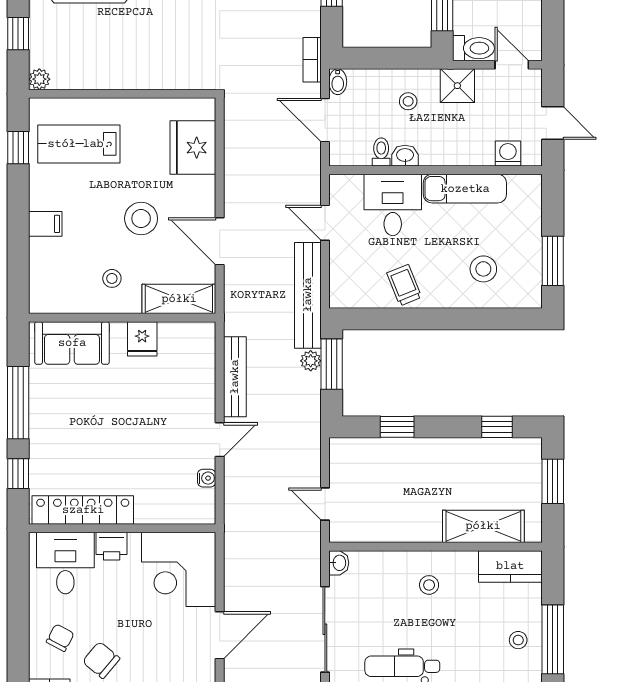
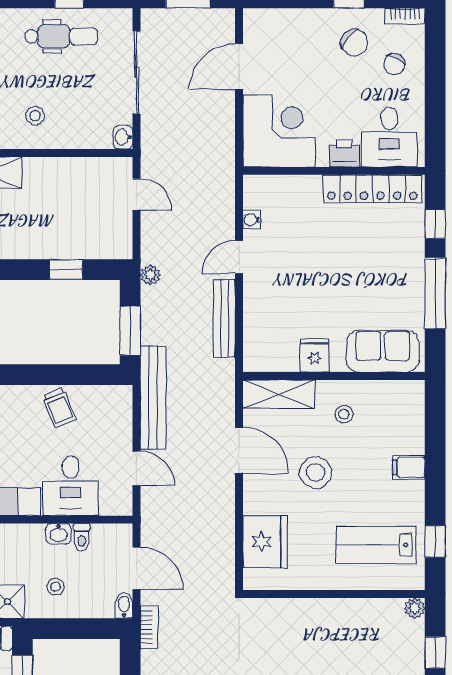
lab bench: (79, 144) -> (376, 545), turned 180
plant: (311, 361) -> (150, 275), moved

